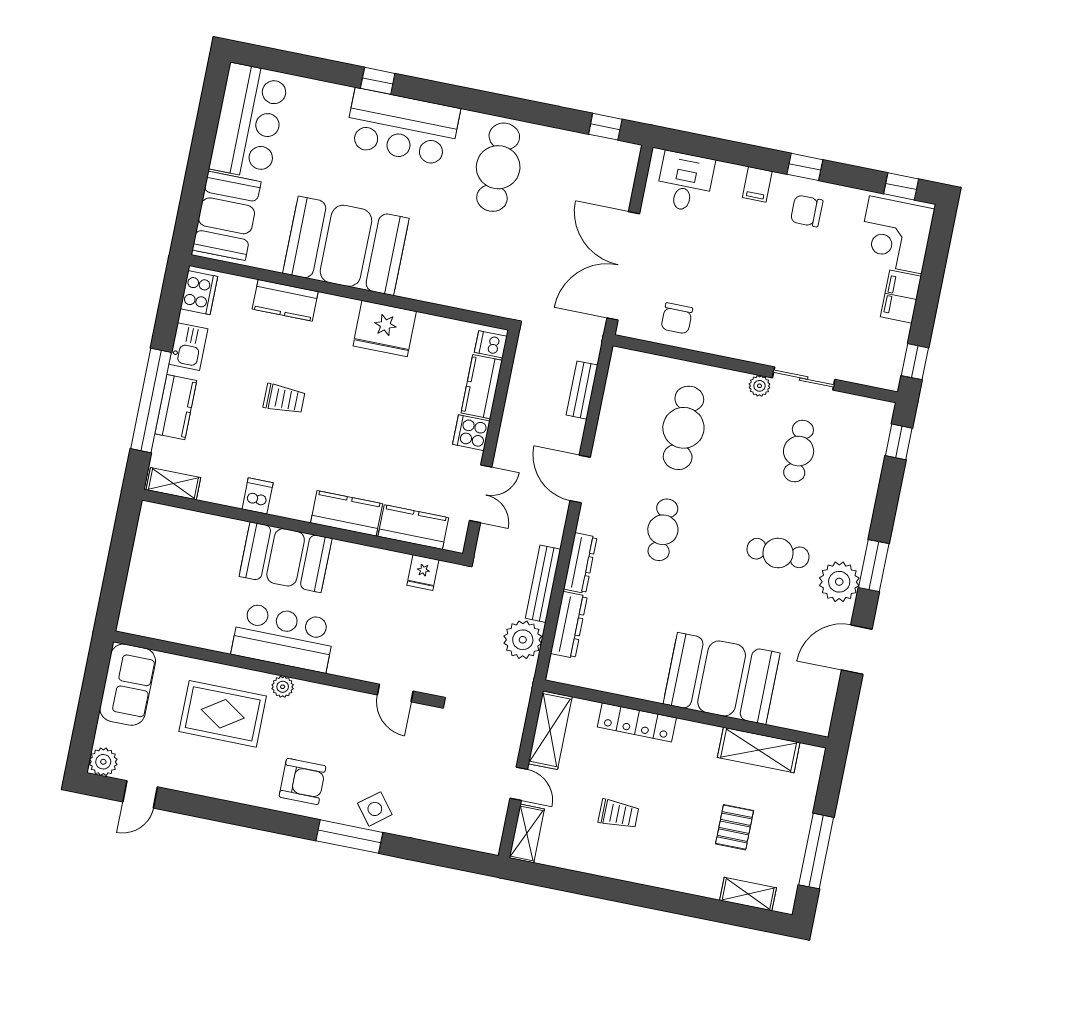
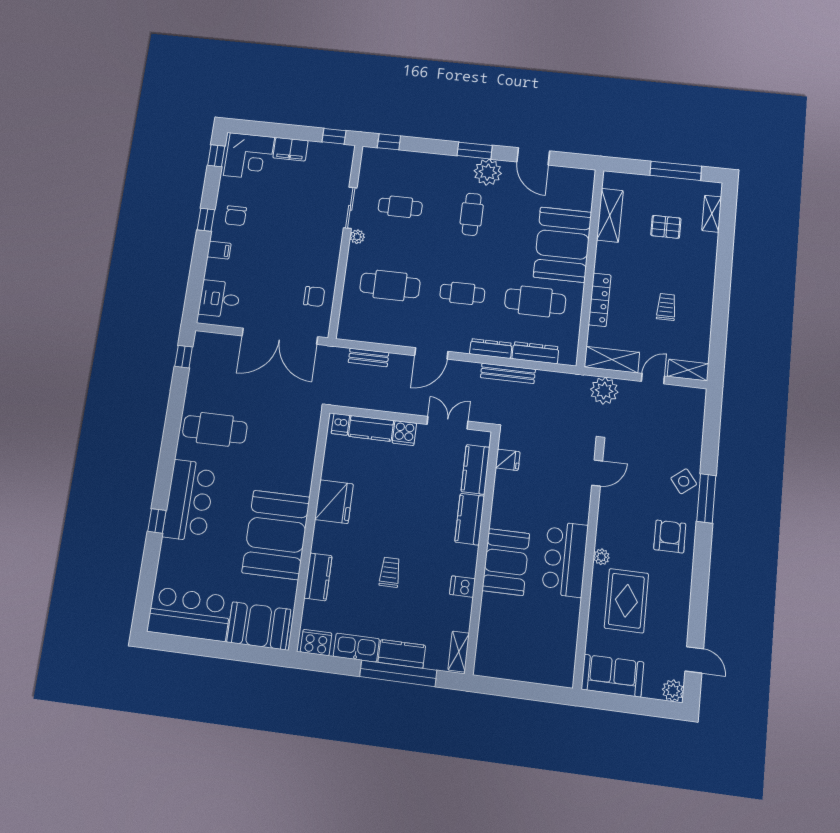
kitchen sink: (188, 347) -> (356, 648), width x1.38
cafe table: (642, 632) -> (535, 301), added
plant: (523, 640) -> (604, 391), moved

